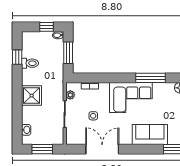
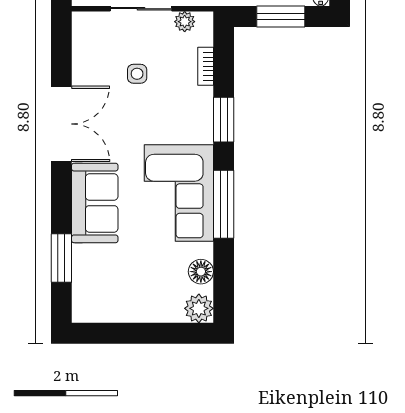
window: (113, 78) -> (224, 120), added
corner sofa: (131, 97) -> (179, 193), moved
double door: (102, 149) -> (61, 124), moved

